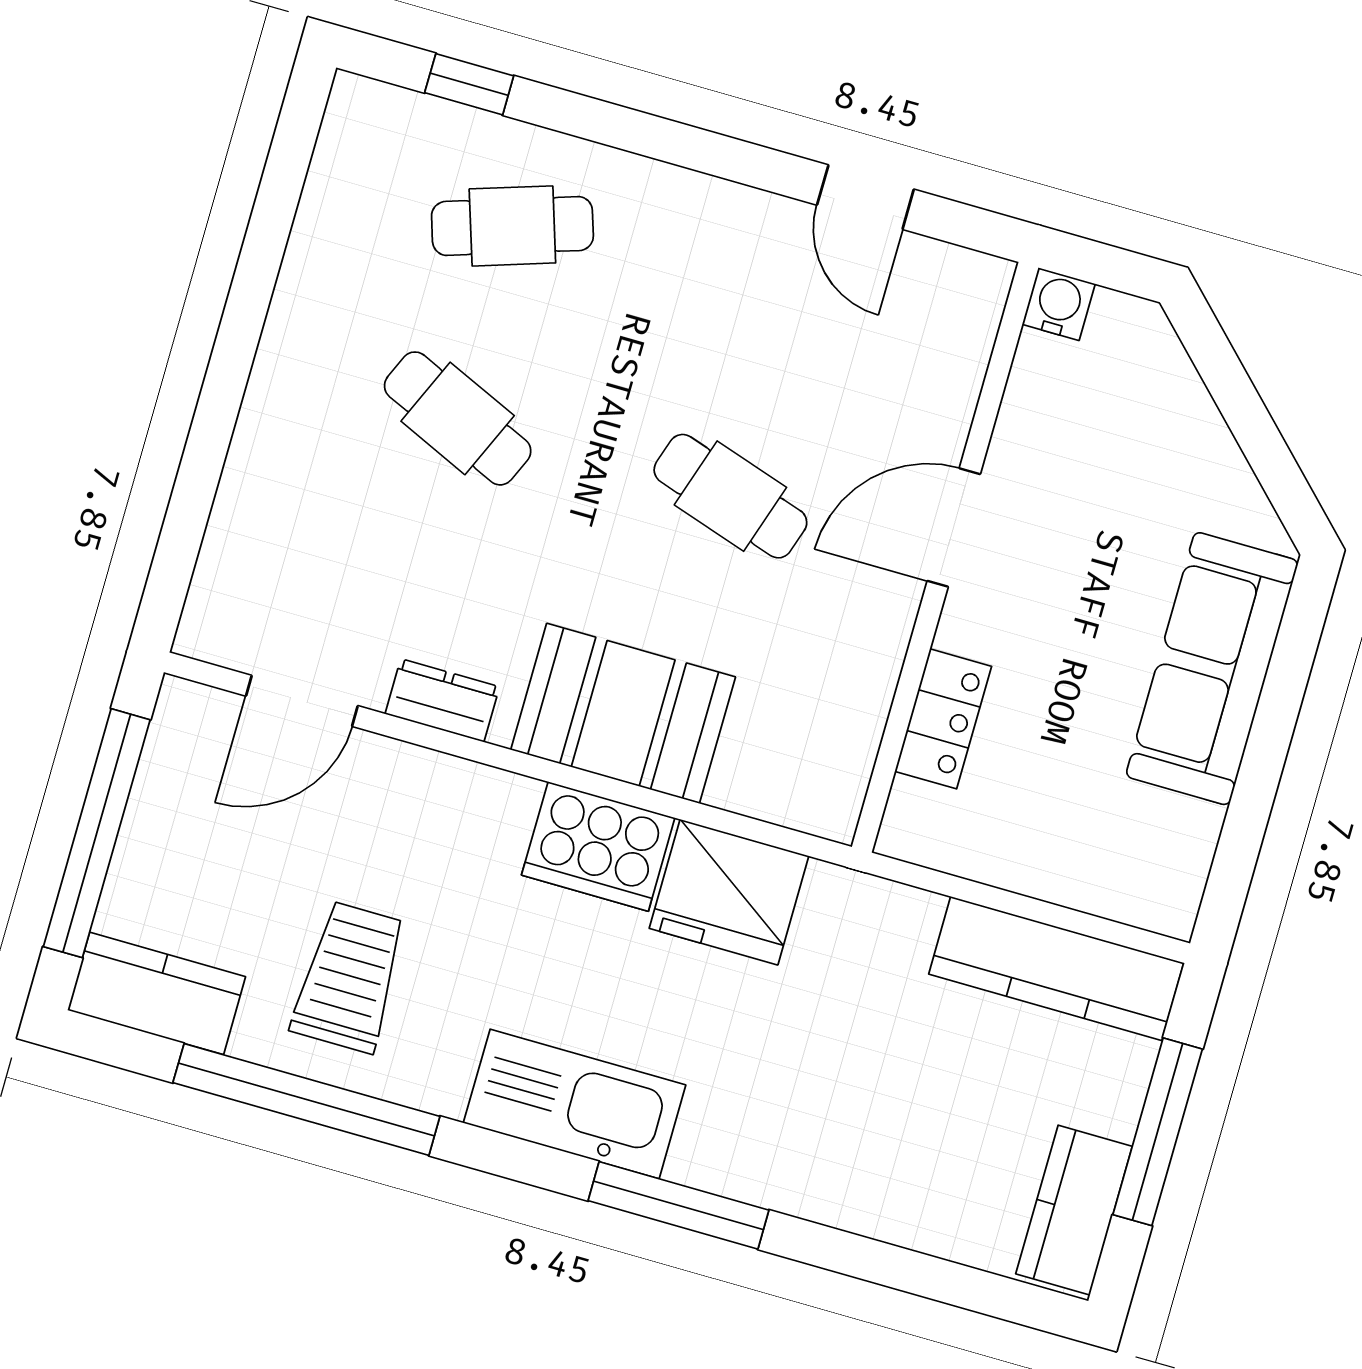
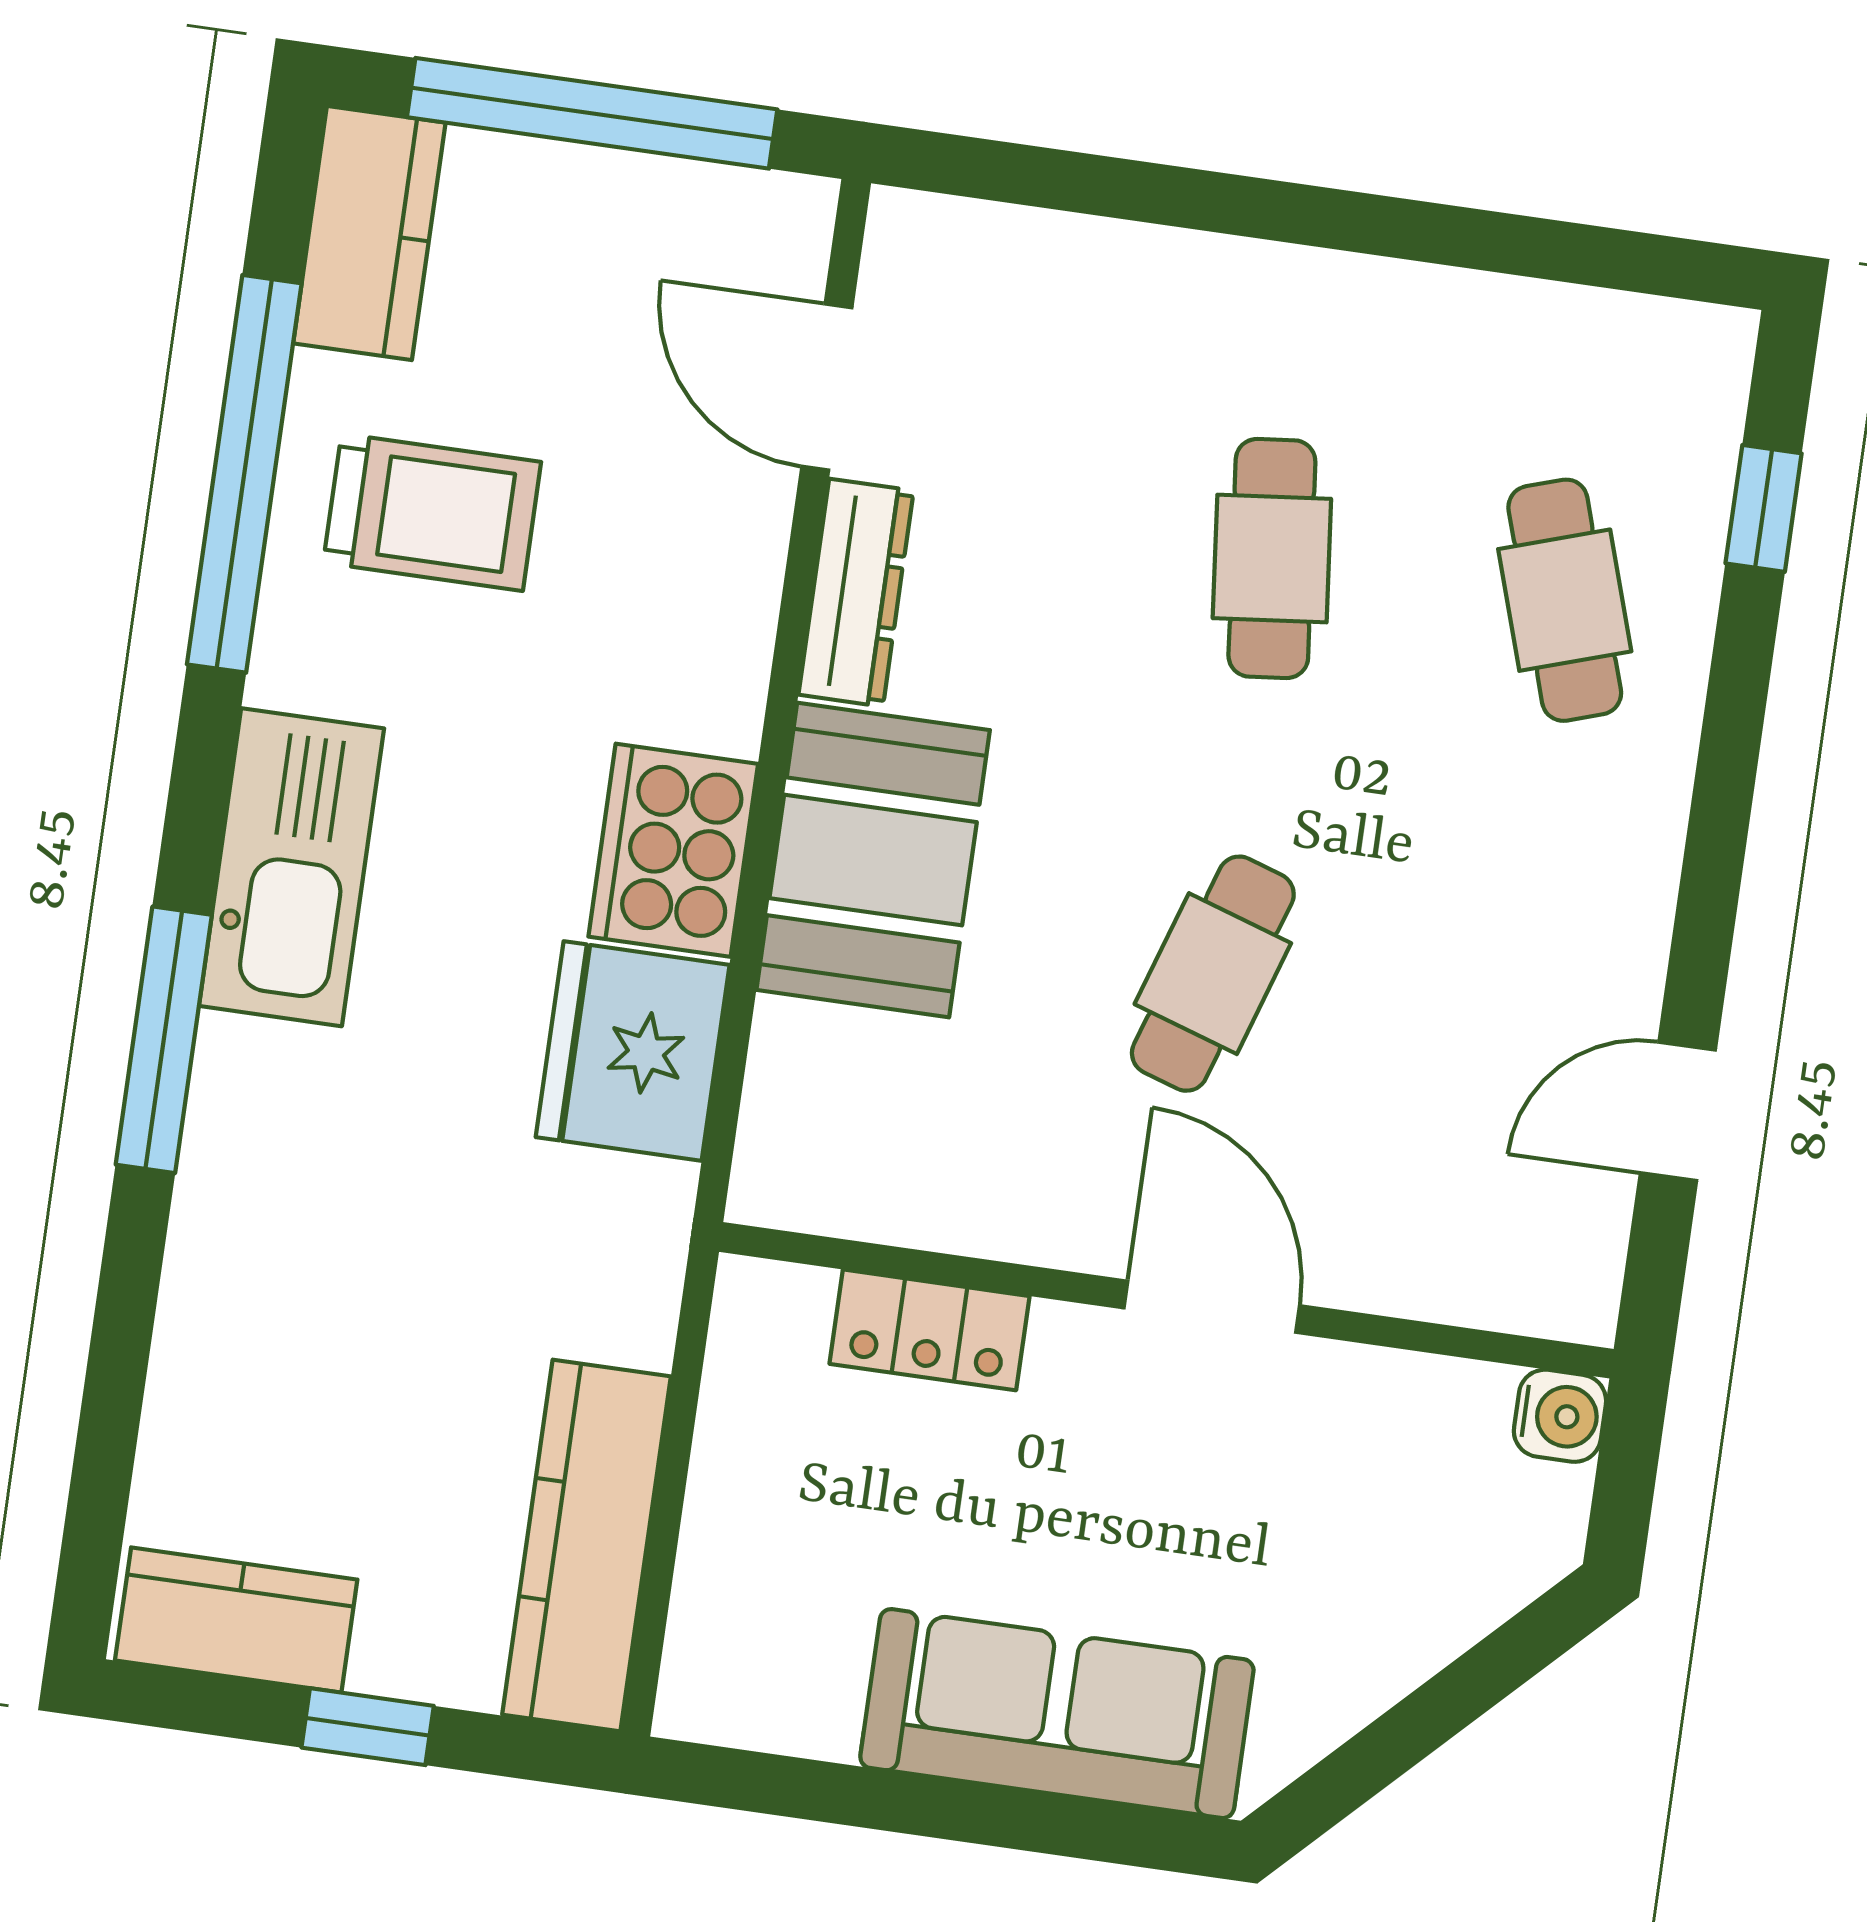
cafe table: (458, 418) -> (1272, 559), turned -30
dresser: (442, 700) -> (856, 593), width x1.44
window: (1158, 1132) -> (368, 1727), width x0.46

